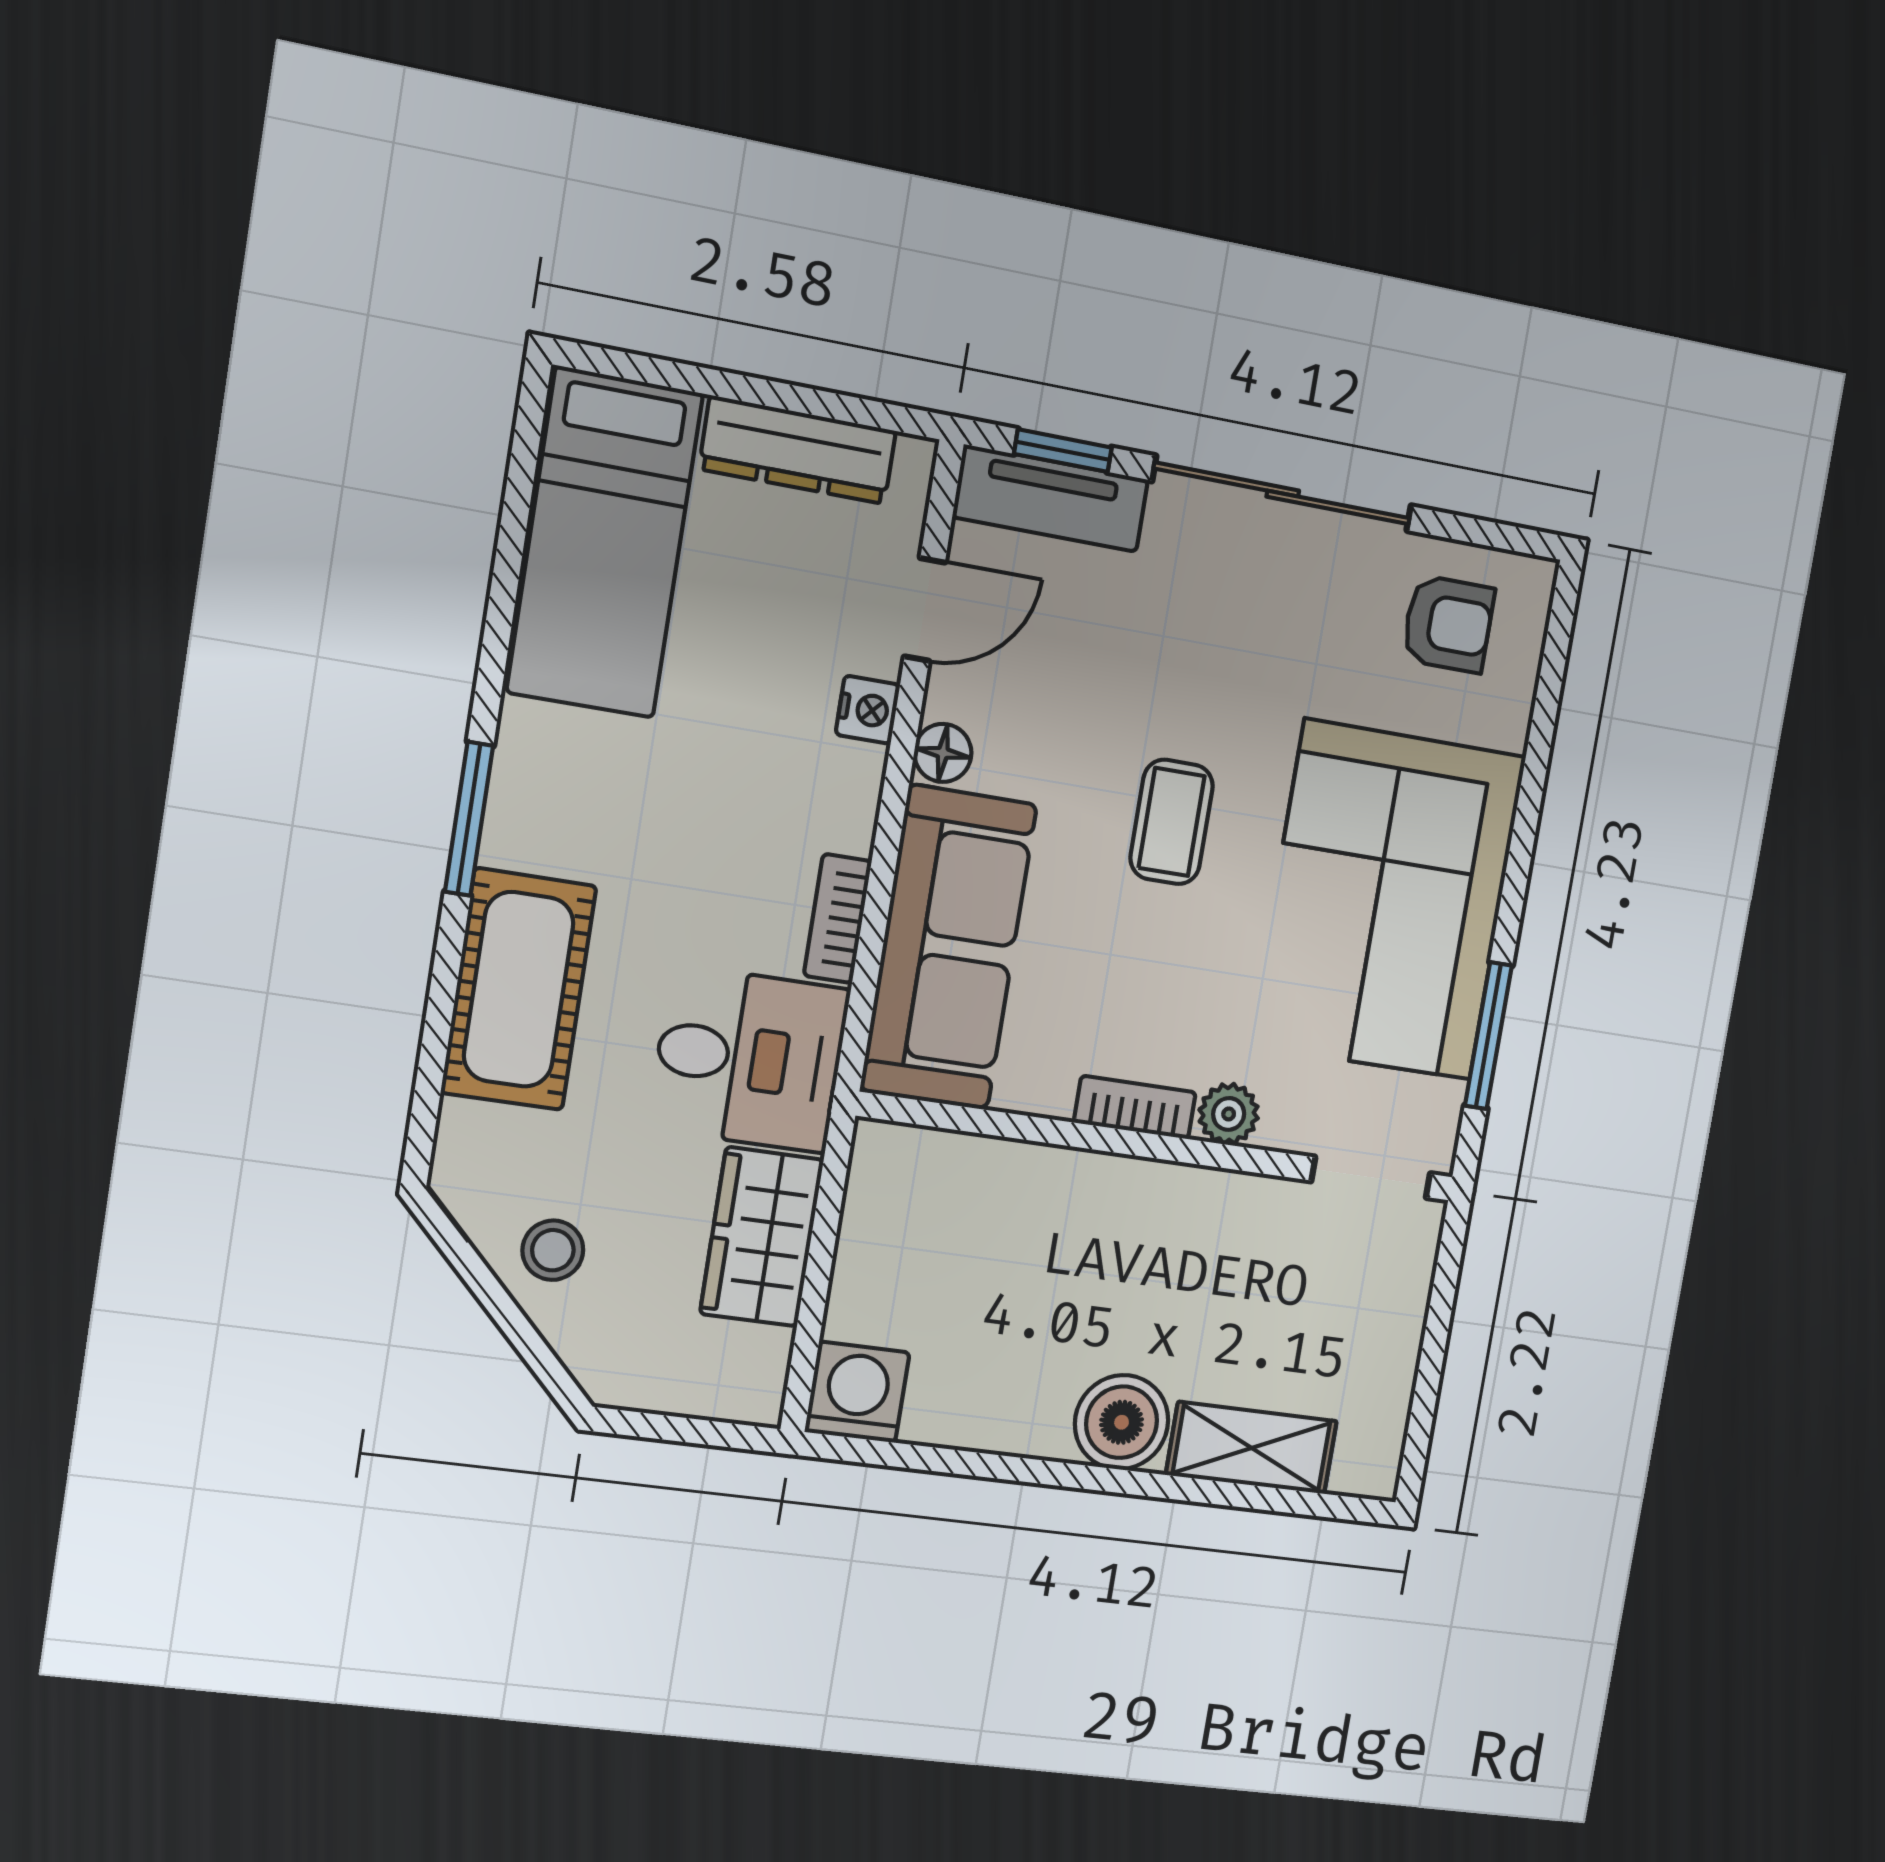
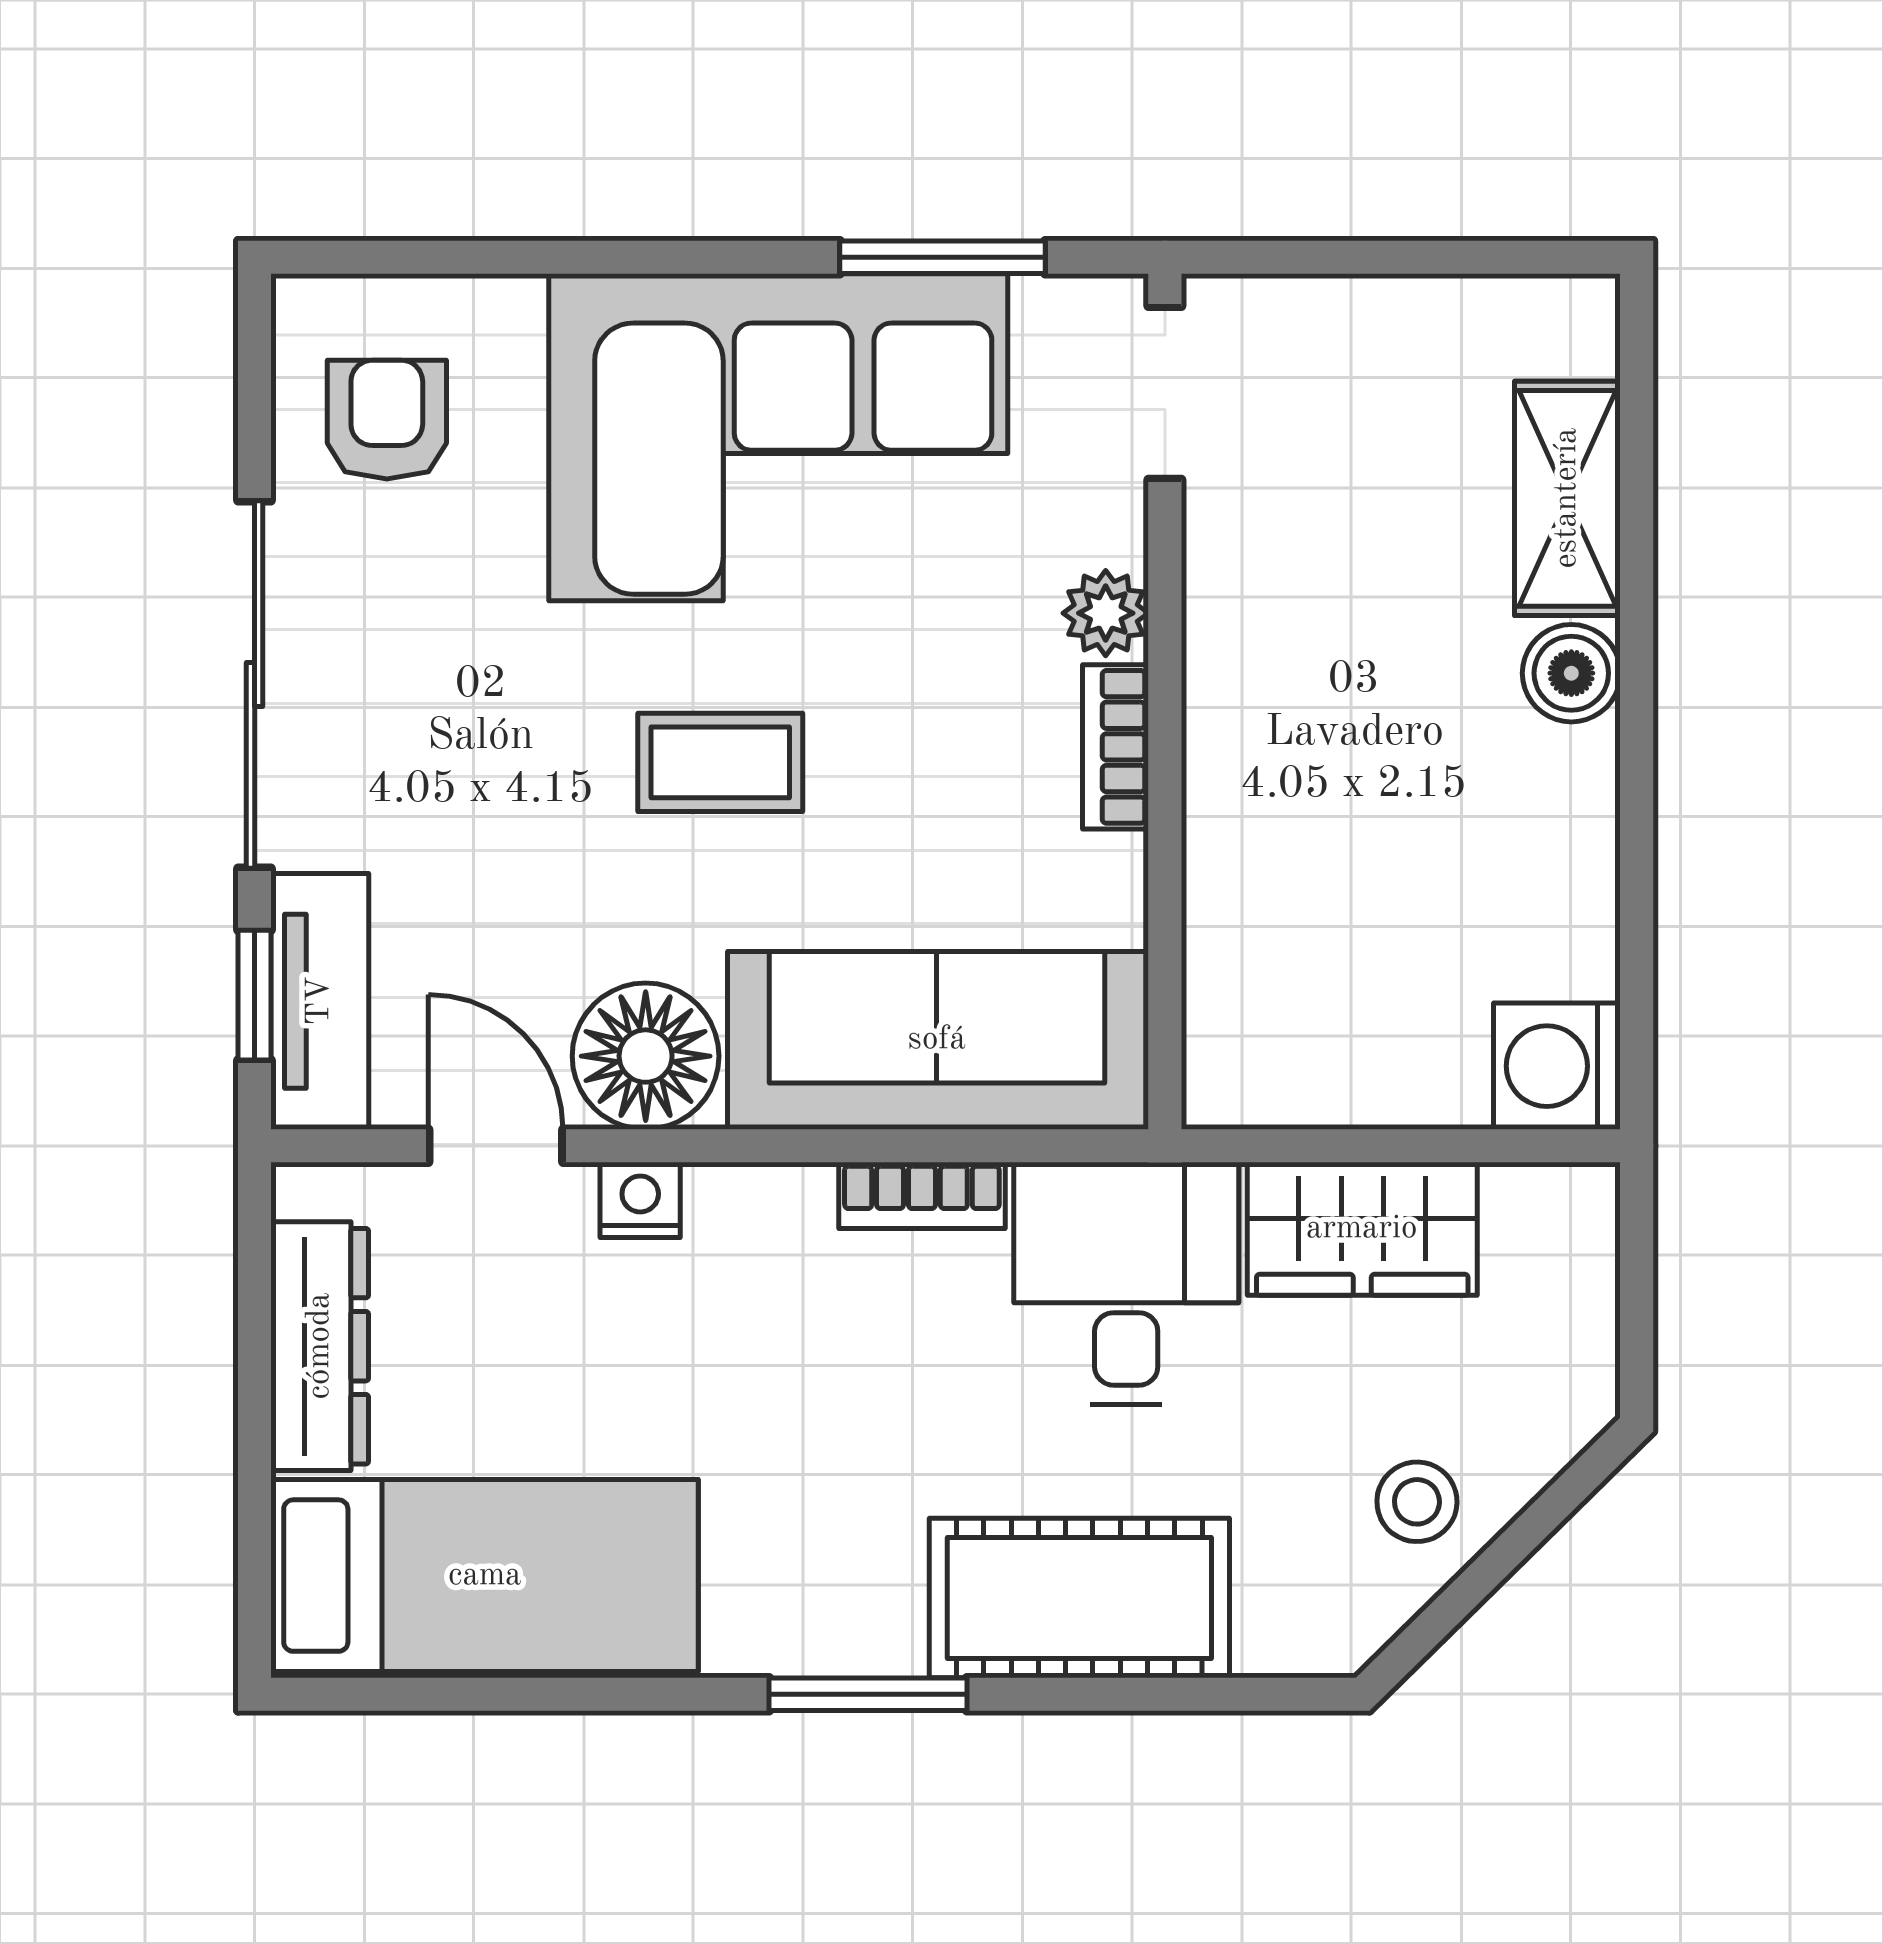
floor lamp: (943, 753) -> (646, 1056), width x1.89, depth x1.89
boiler: (1122, 1422) -> (1571, 673), width x0.73, depth x0.73

